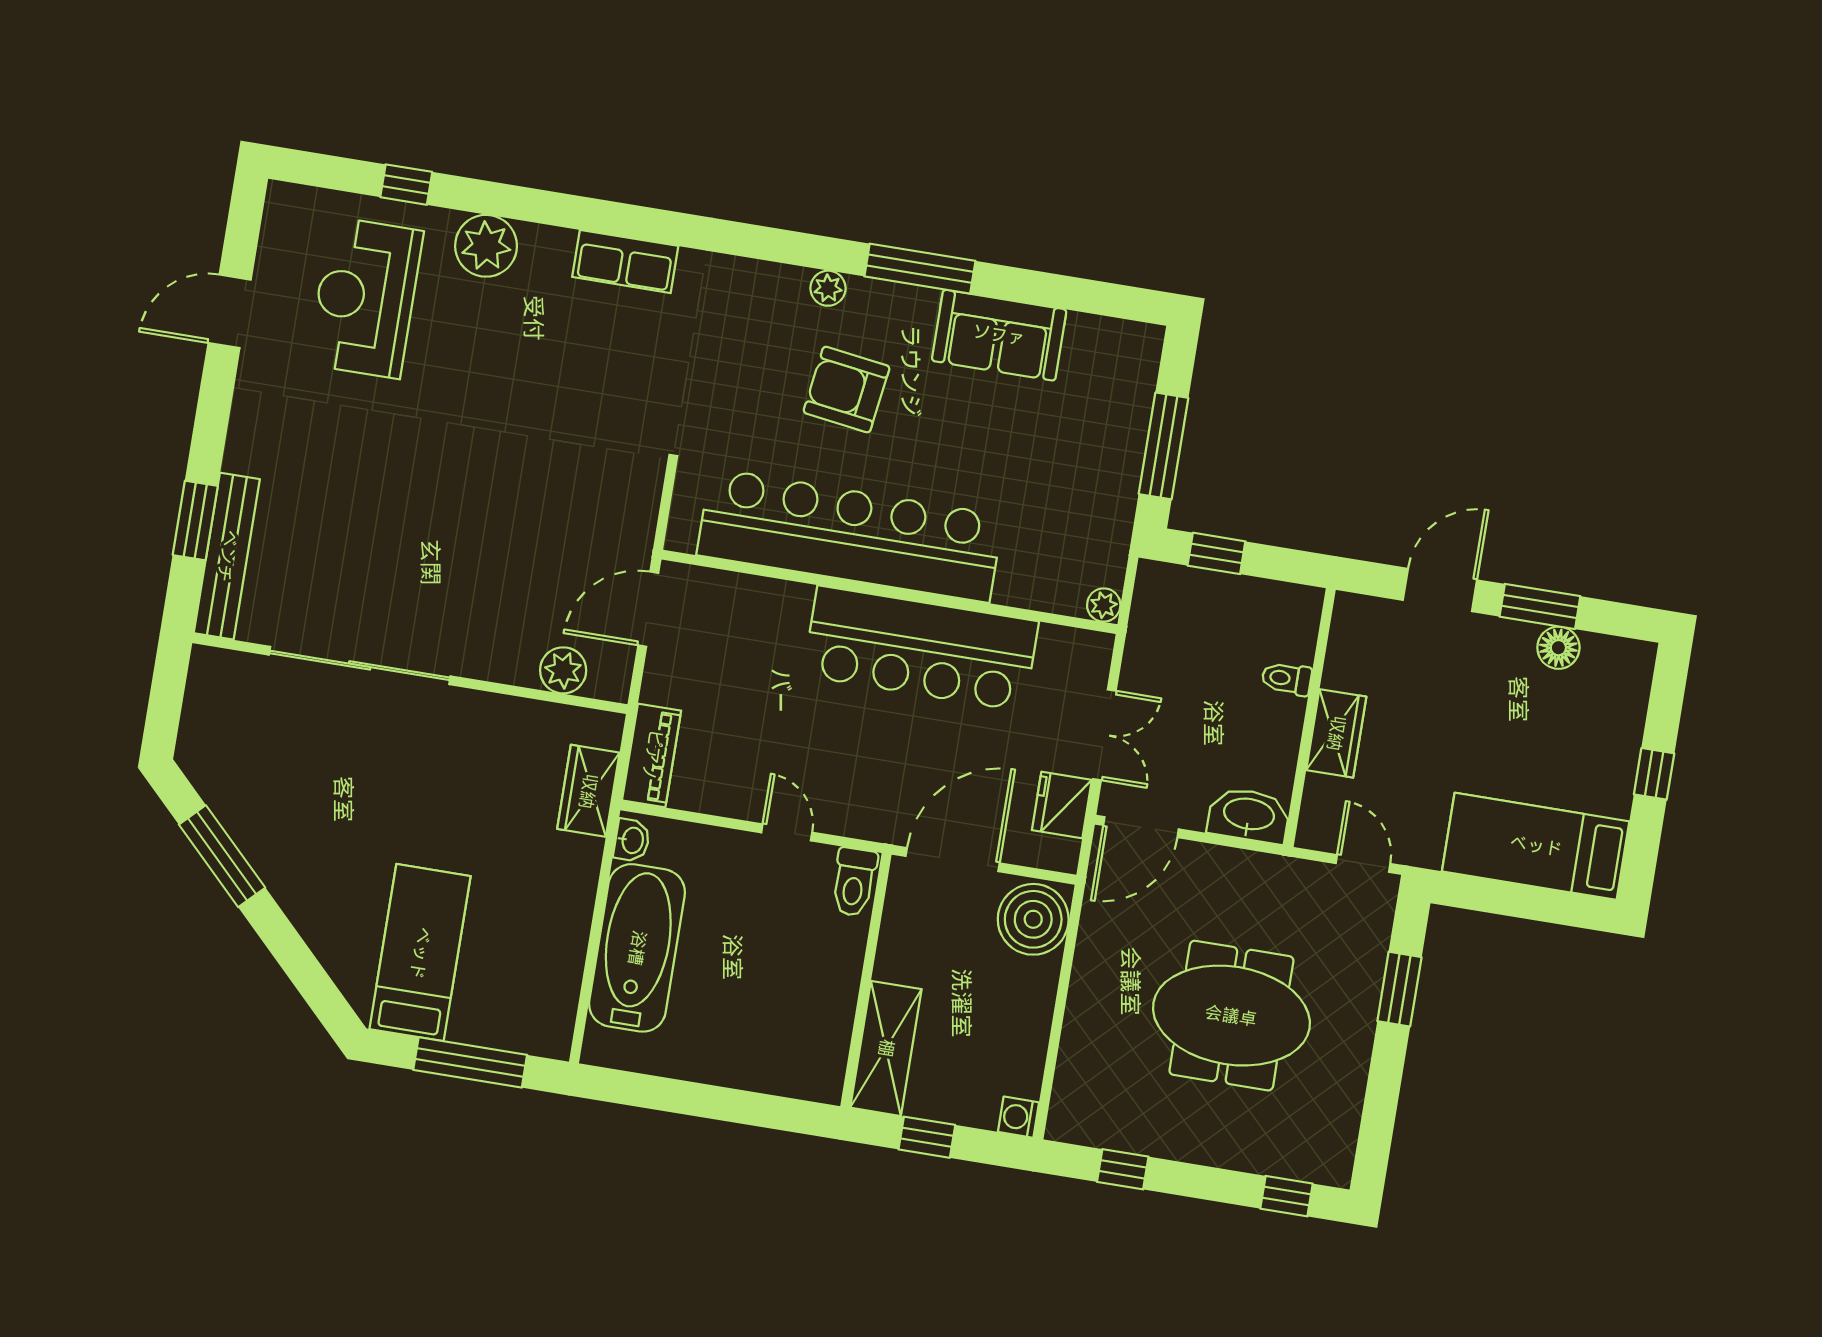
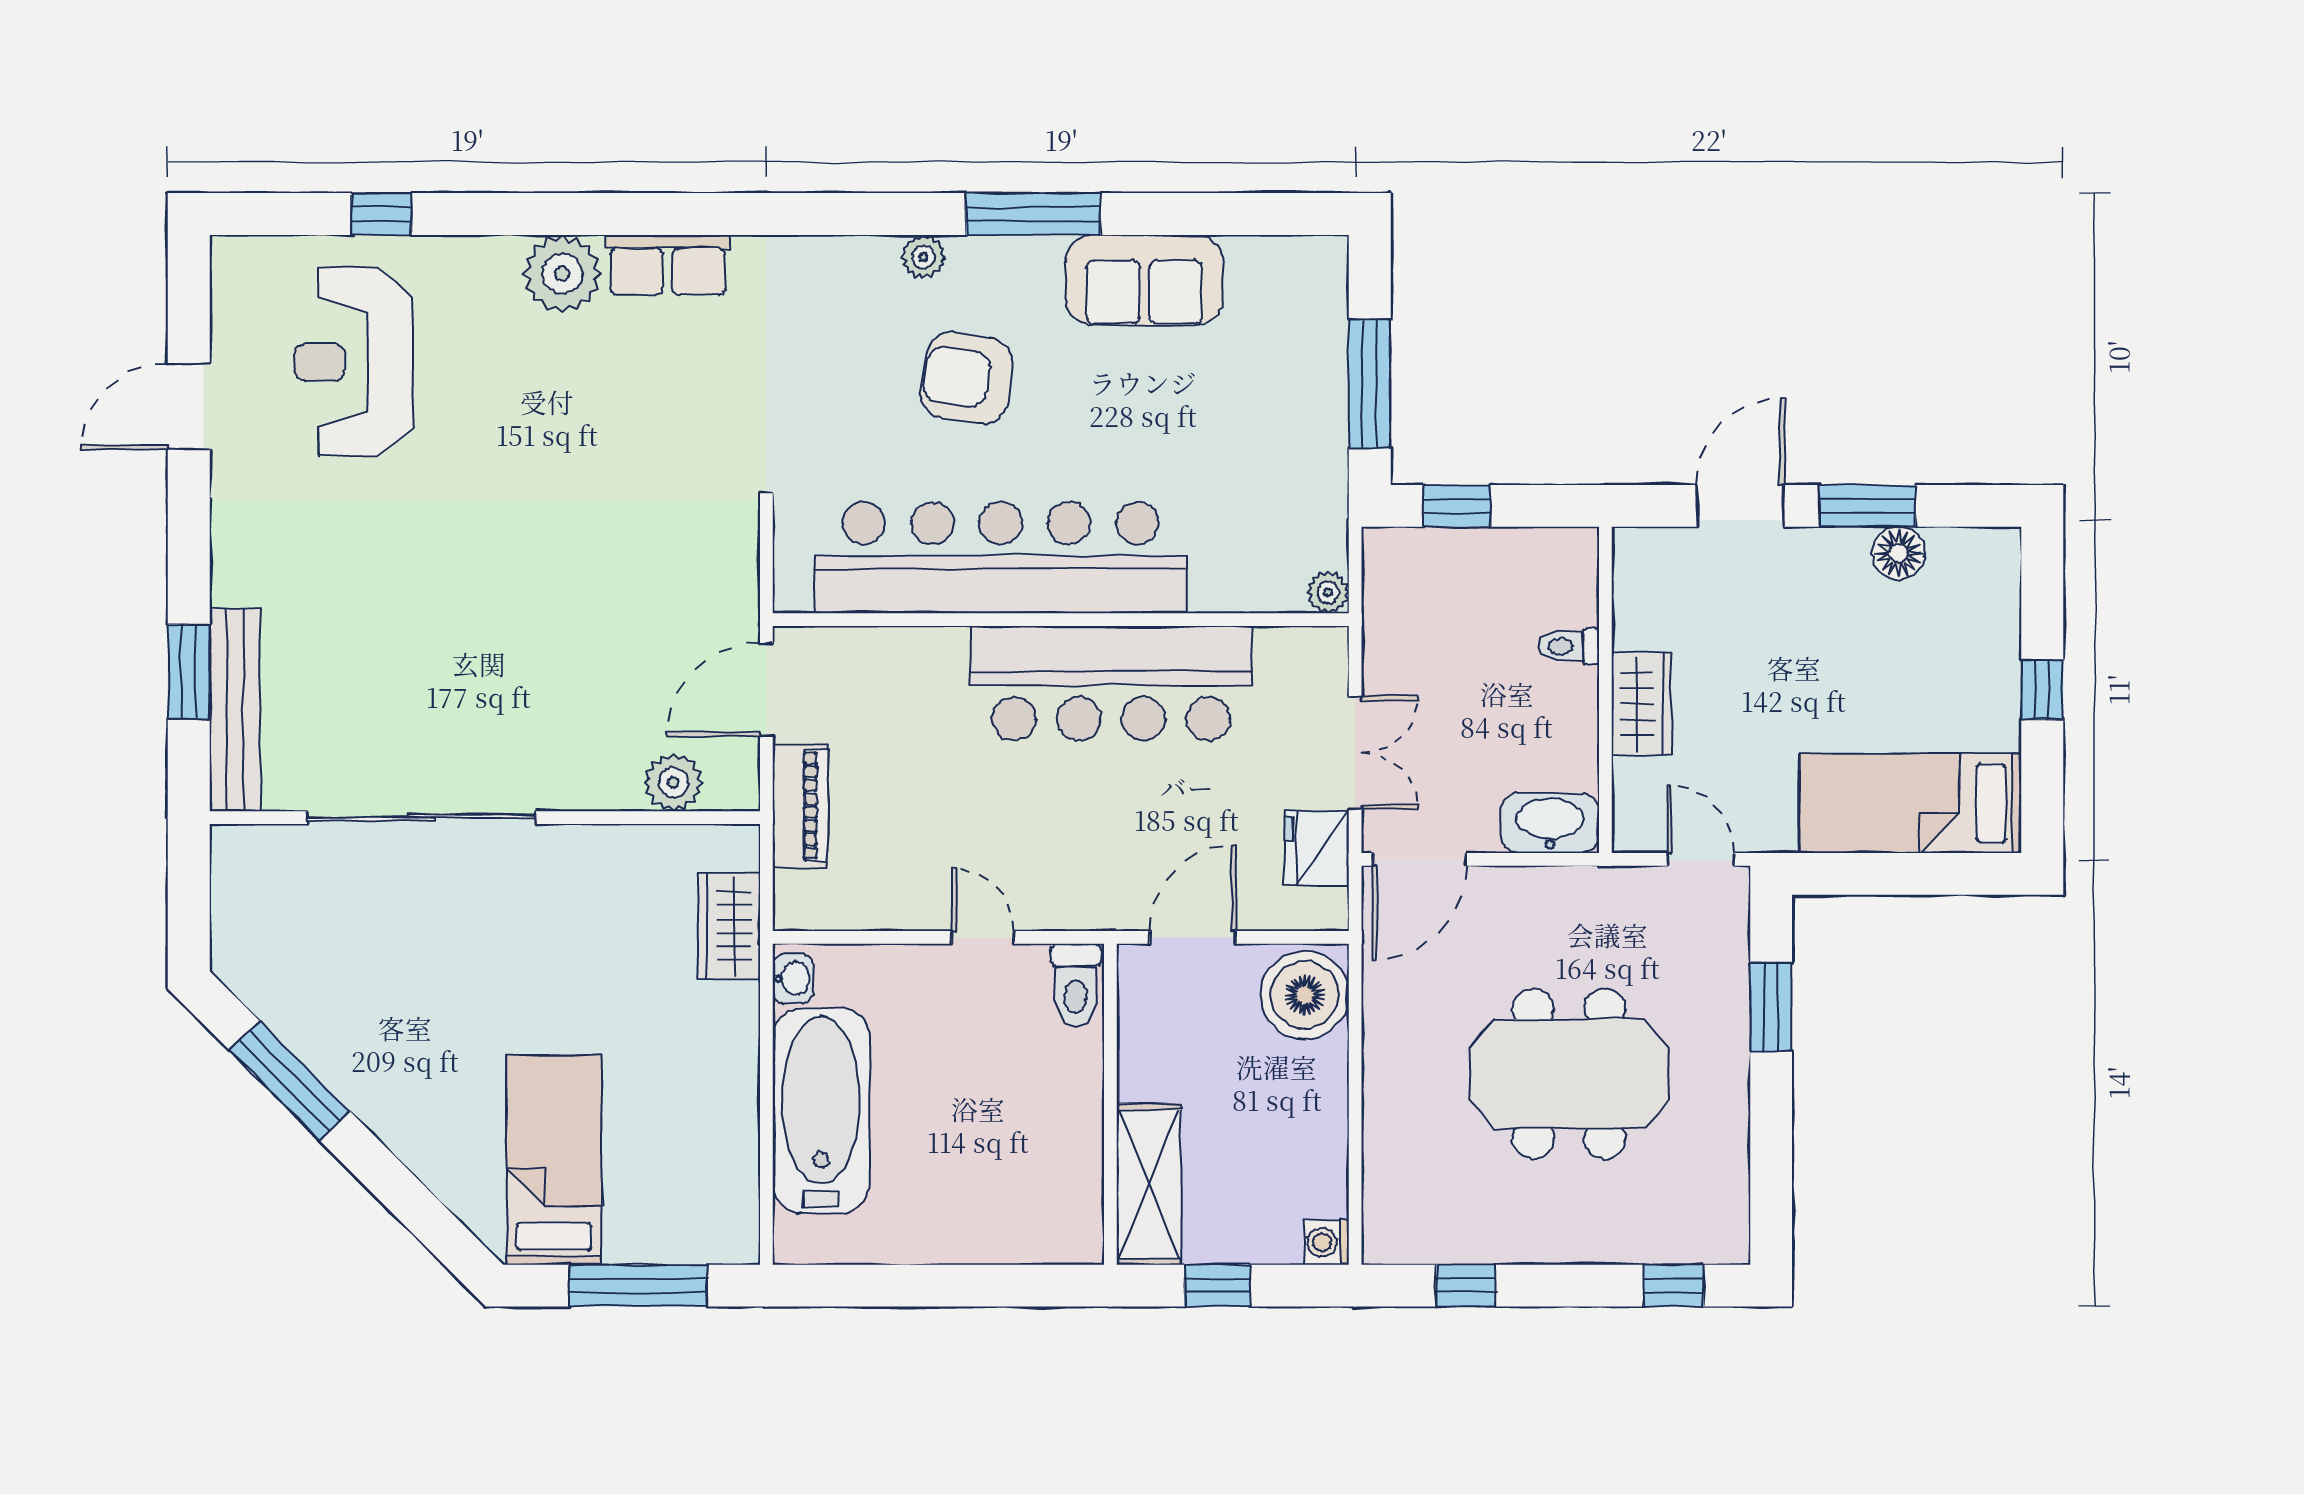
plant: (486, 246) -> (562, 274), moved
piano: (652, 755) -> (800, 806), moved
door: (953, 860) -> (1193, 937), width x0.73

